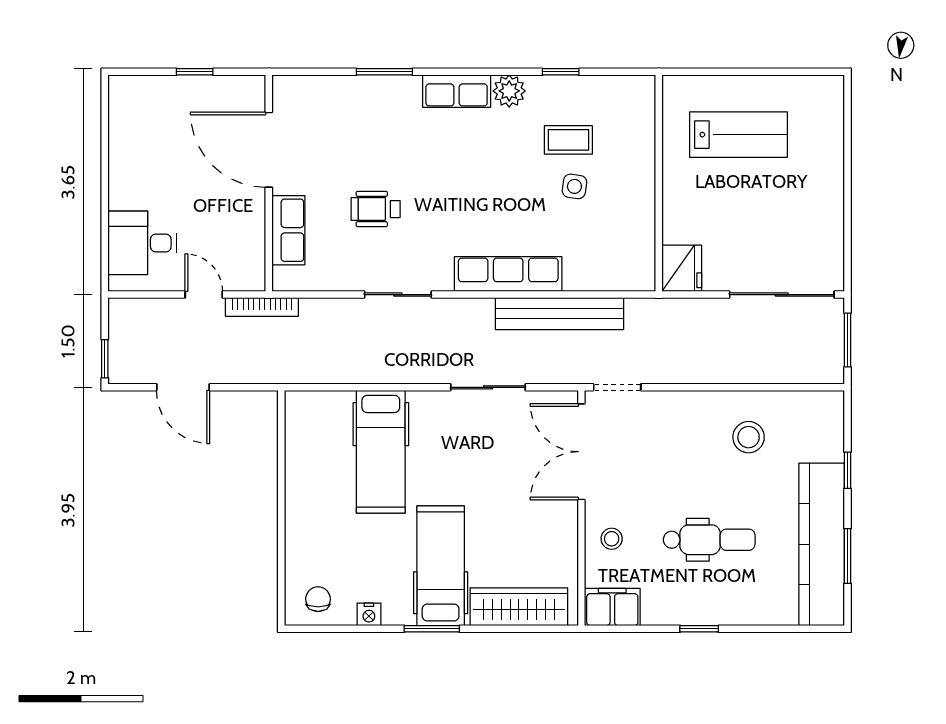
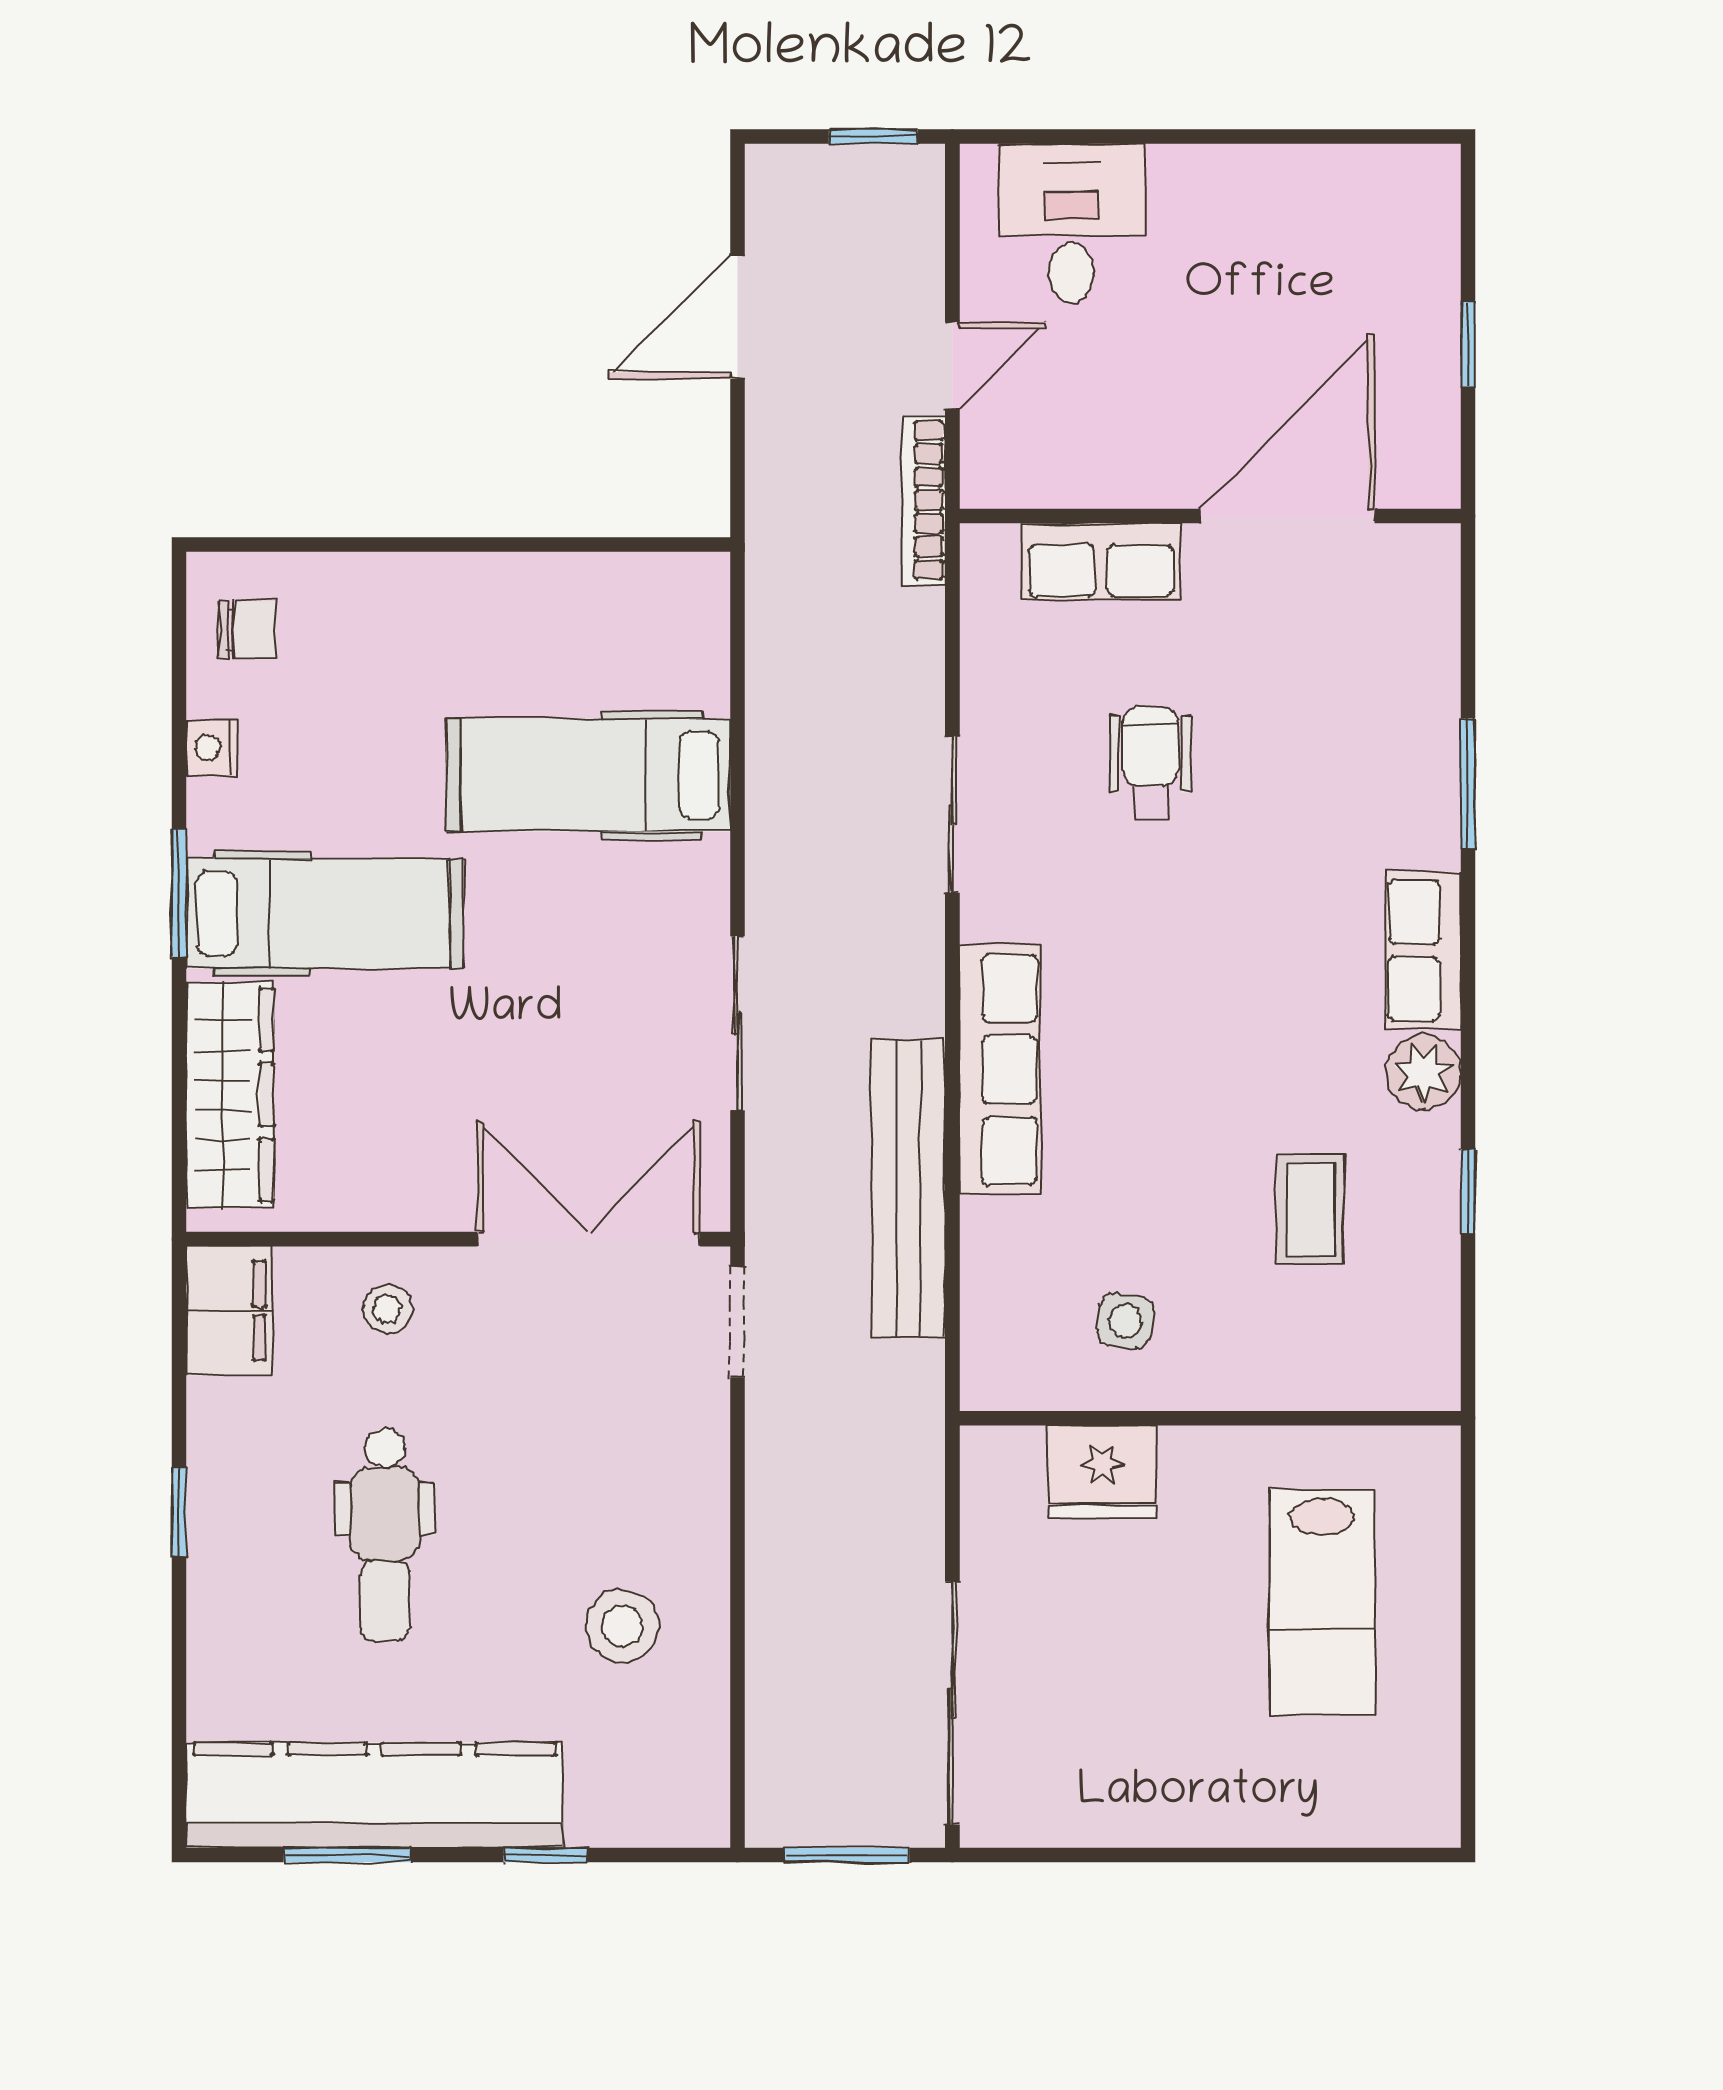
side table: (574, 186) -> (1125, 1321), moved
fridge: (682, 268) -> (1102, 1471), moved
window: (105, 359) -> (873, 136), moved

